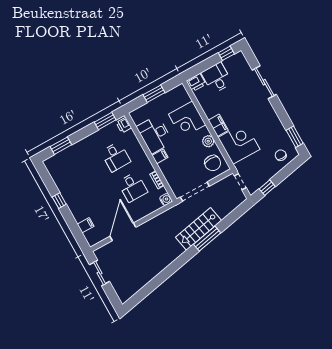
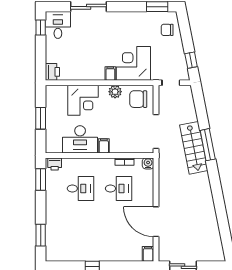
desk: (217, 78) -> (58, 25), moved, turned 90
filing cabinet: (218, 125) -> (110, 74), width x0.50
chair: (213, 163) -> (138, 99), turned 180
filing cabinet: (86, 225) -> (148, 254), moved

